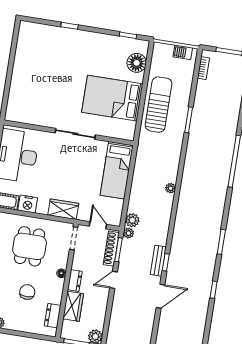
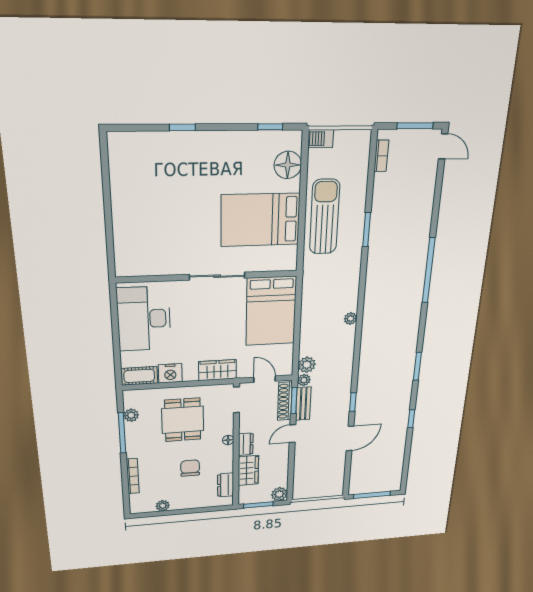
barbecue: (183, 52) -> (321, 139), moved
bed: (117, 170) -> (271, 311), width x1.50
bench: (158, 261) -> (303, 404), moved

